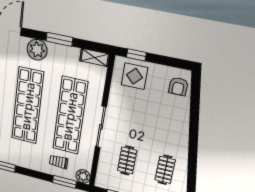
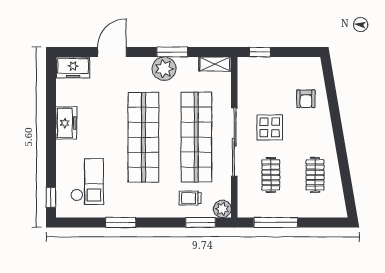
plant: (37, 50) -> (164, 69), moved
display table: (134, 76) -> (270, 127), moved
armchair: (178, 86) -> (306, 99), moved
sliding door: (101, 127) -> (234, 142), width x1.36

